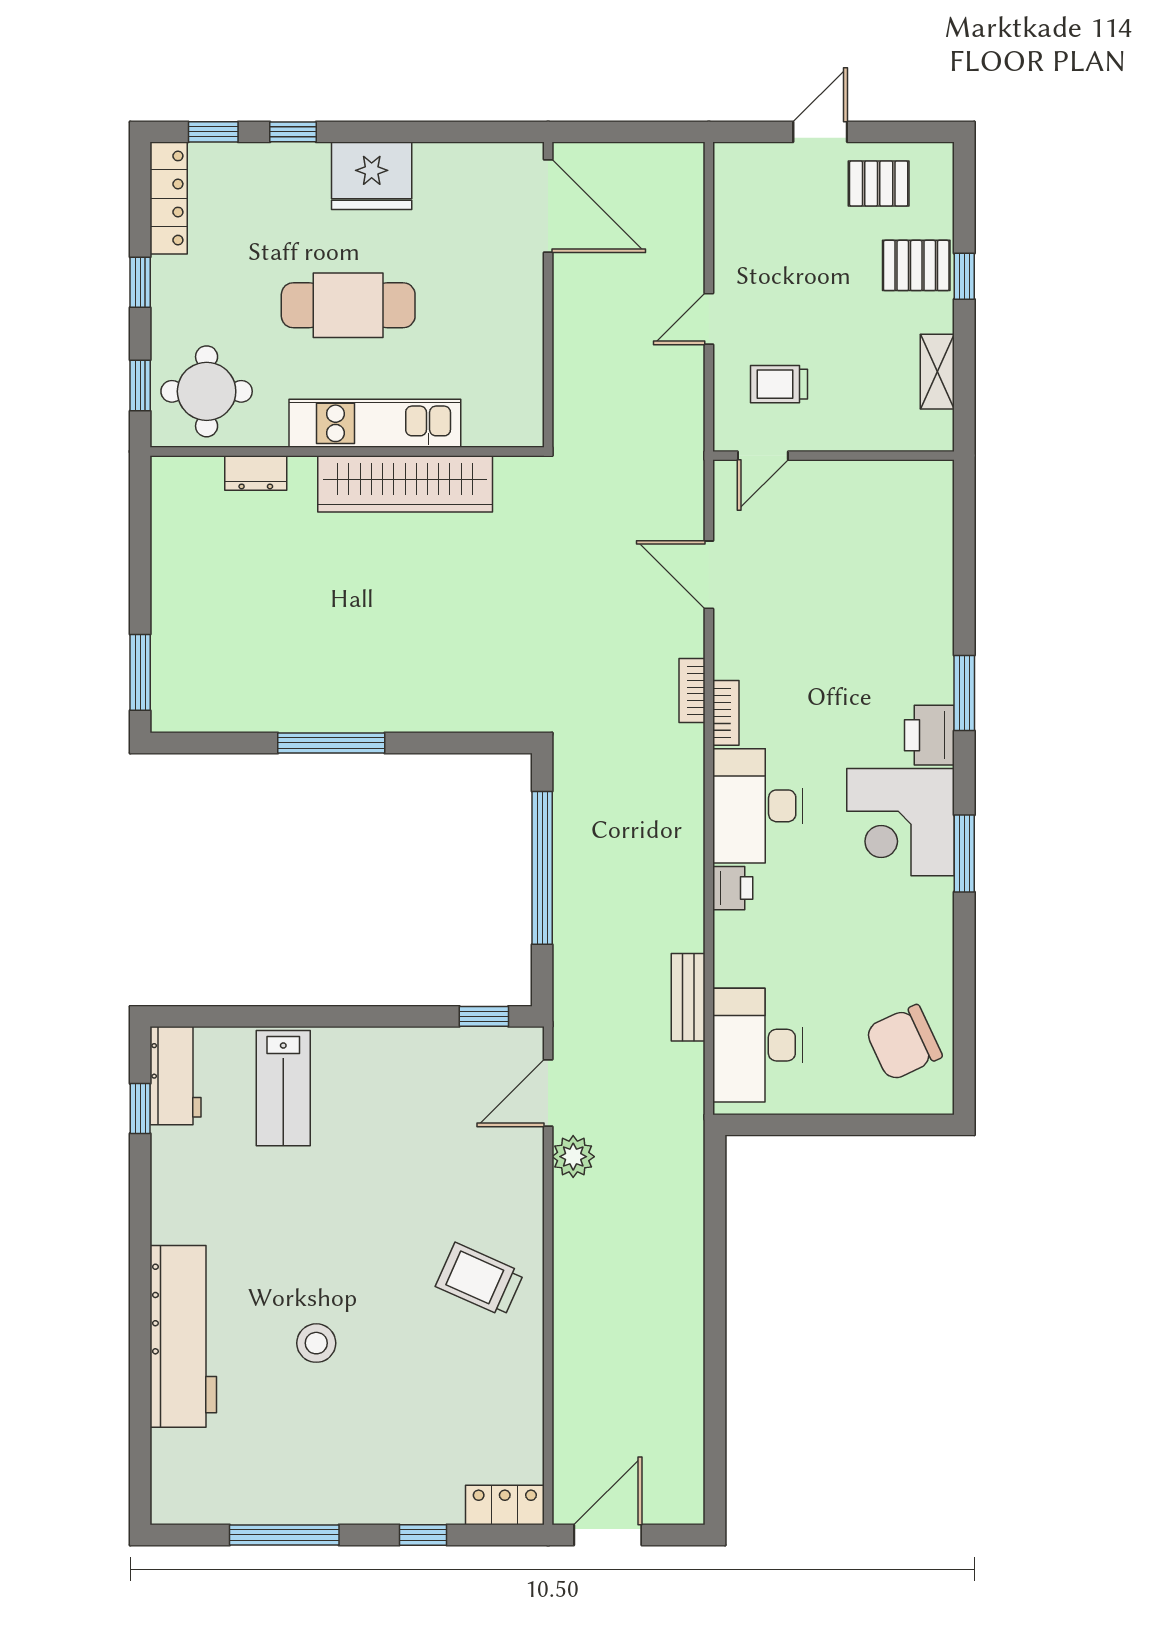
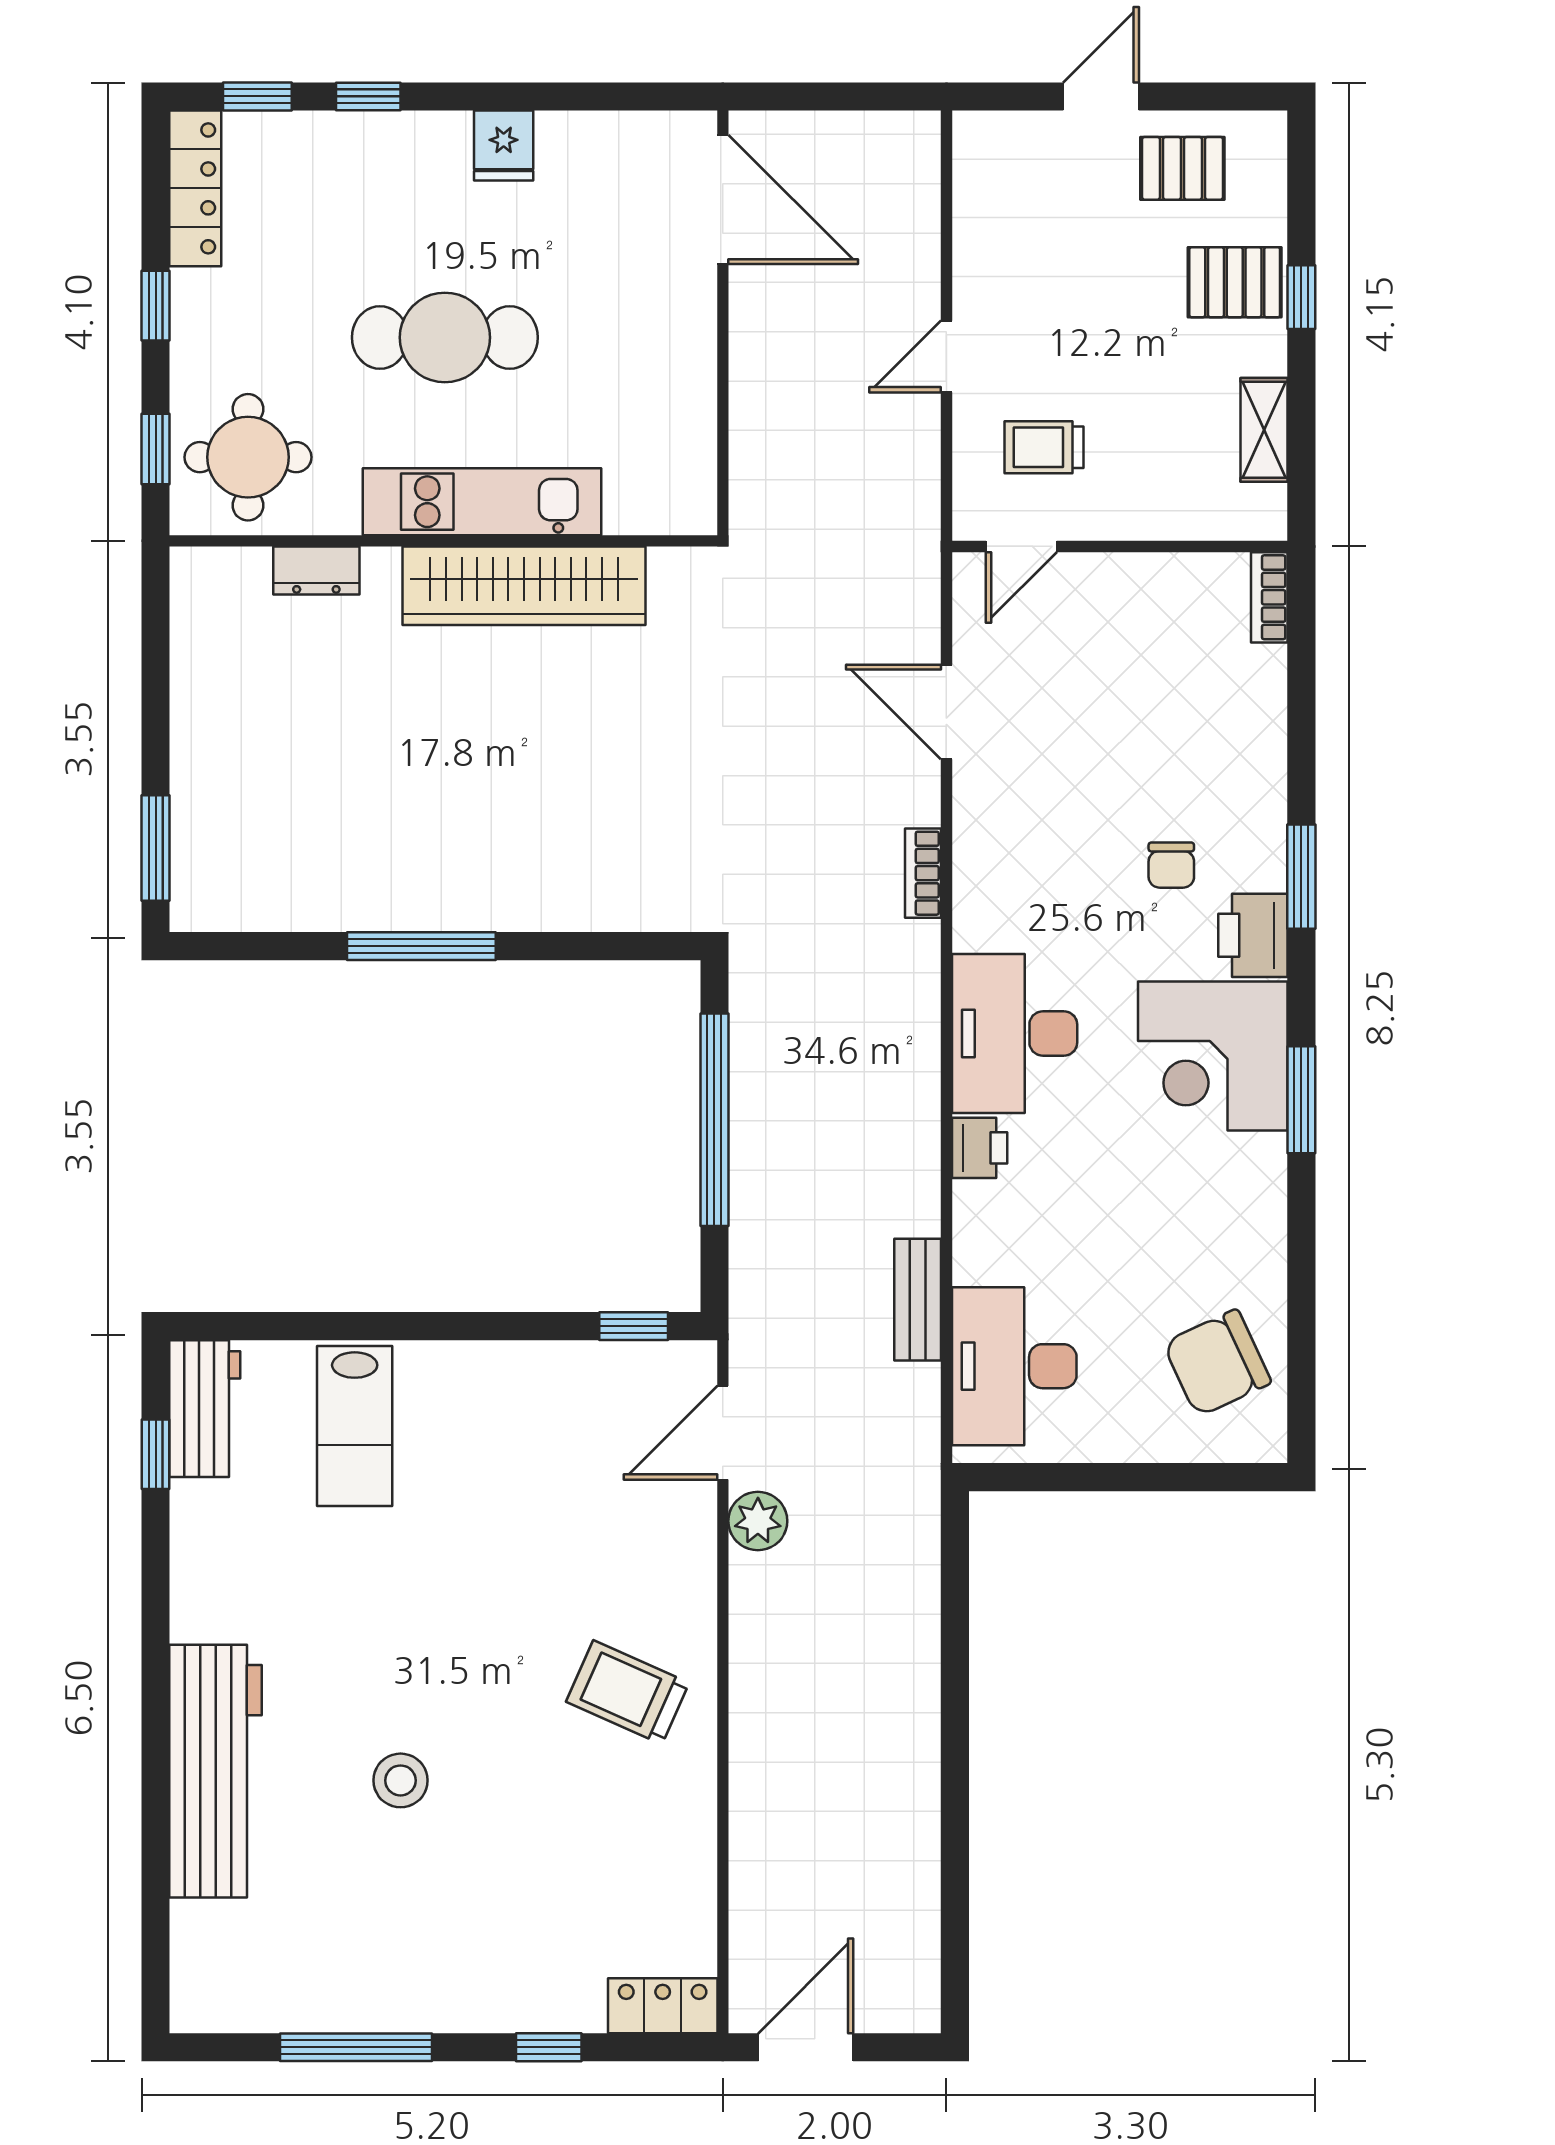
fridge: (372, 176) -> (504, 146), width x0.53, depth x0.75
chair: (871, 685) -> (1171, 865), added
bookcase: (726, 713) -> (1269, 597), moved, turned 180

